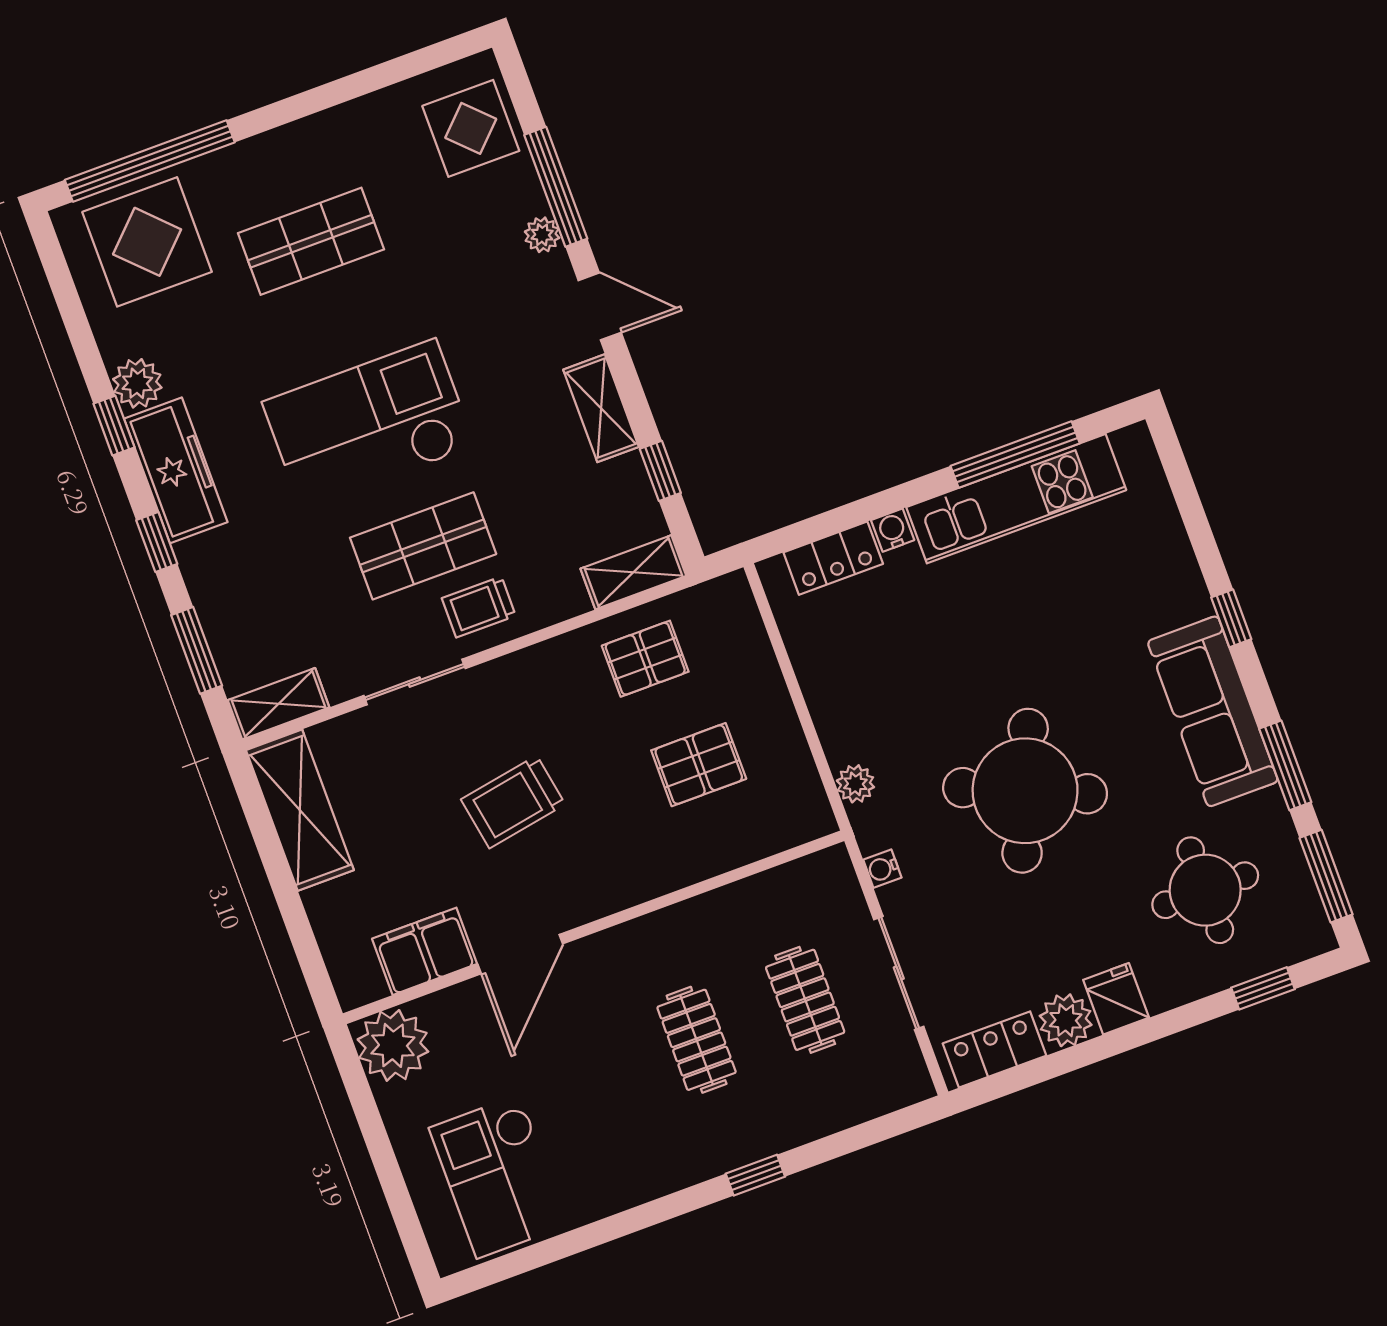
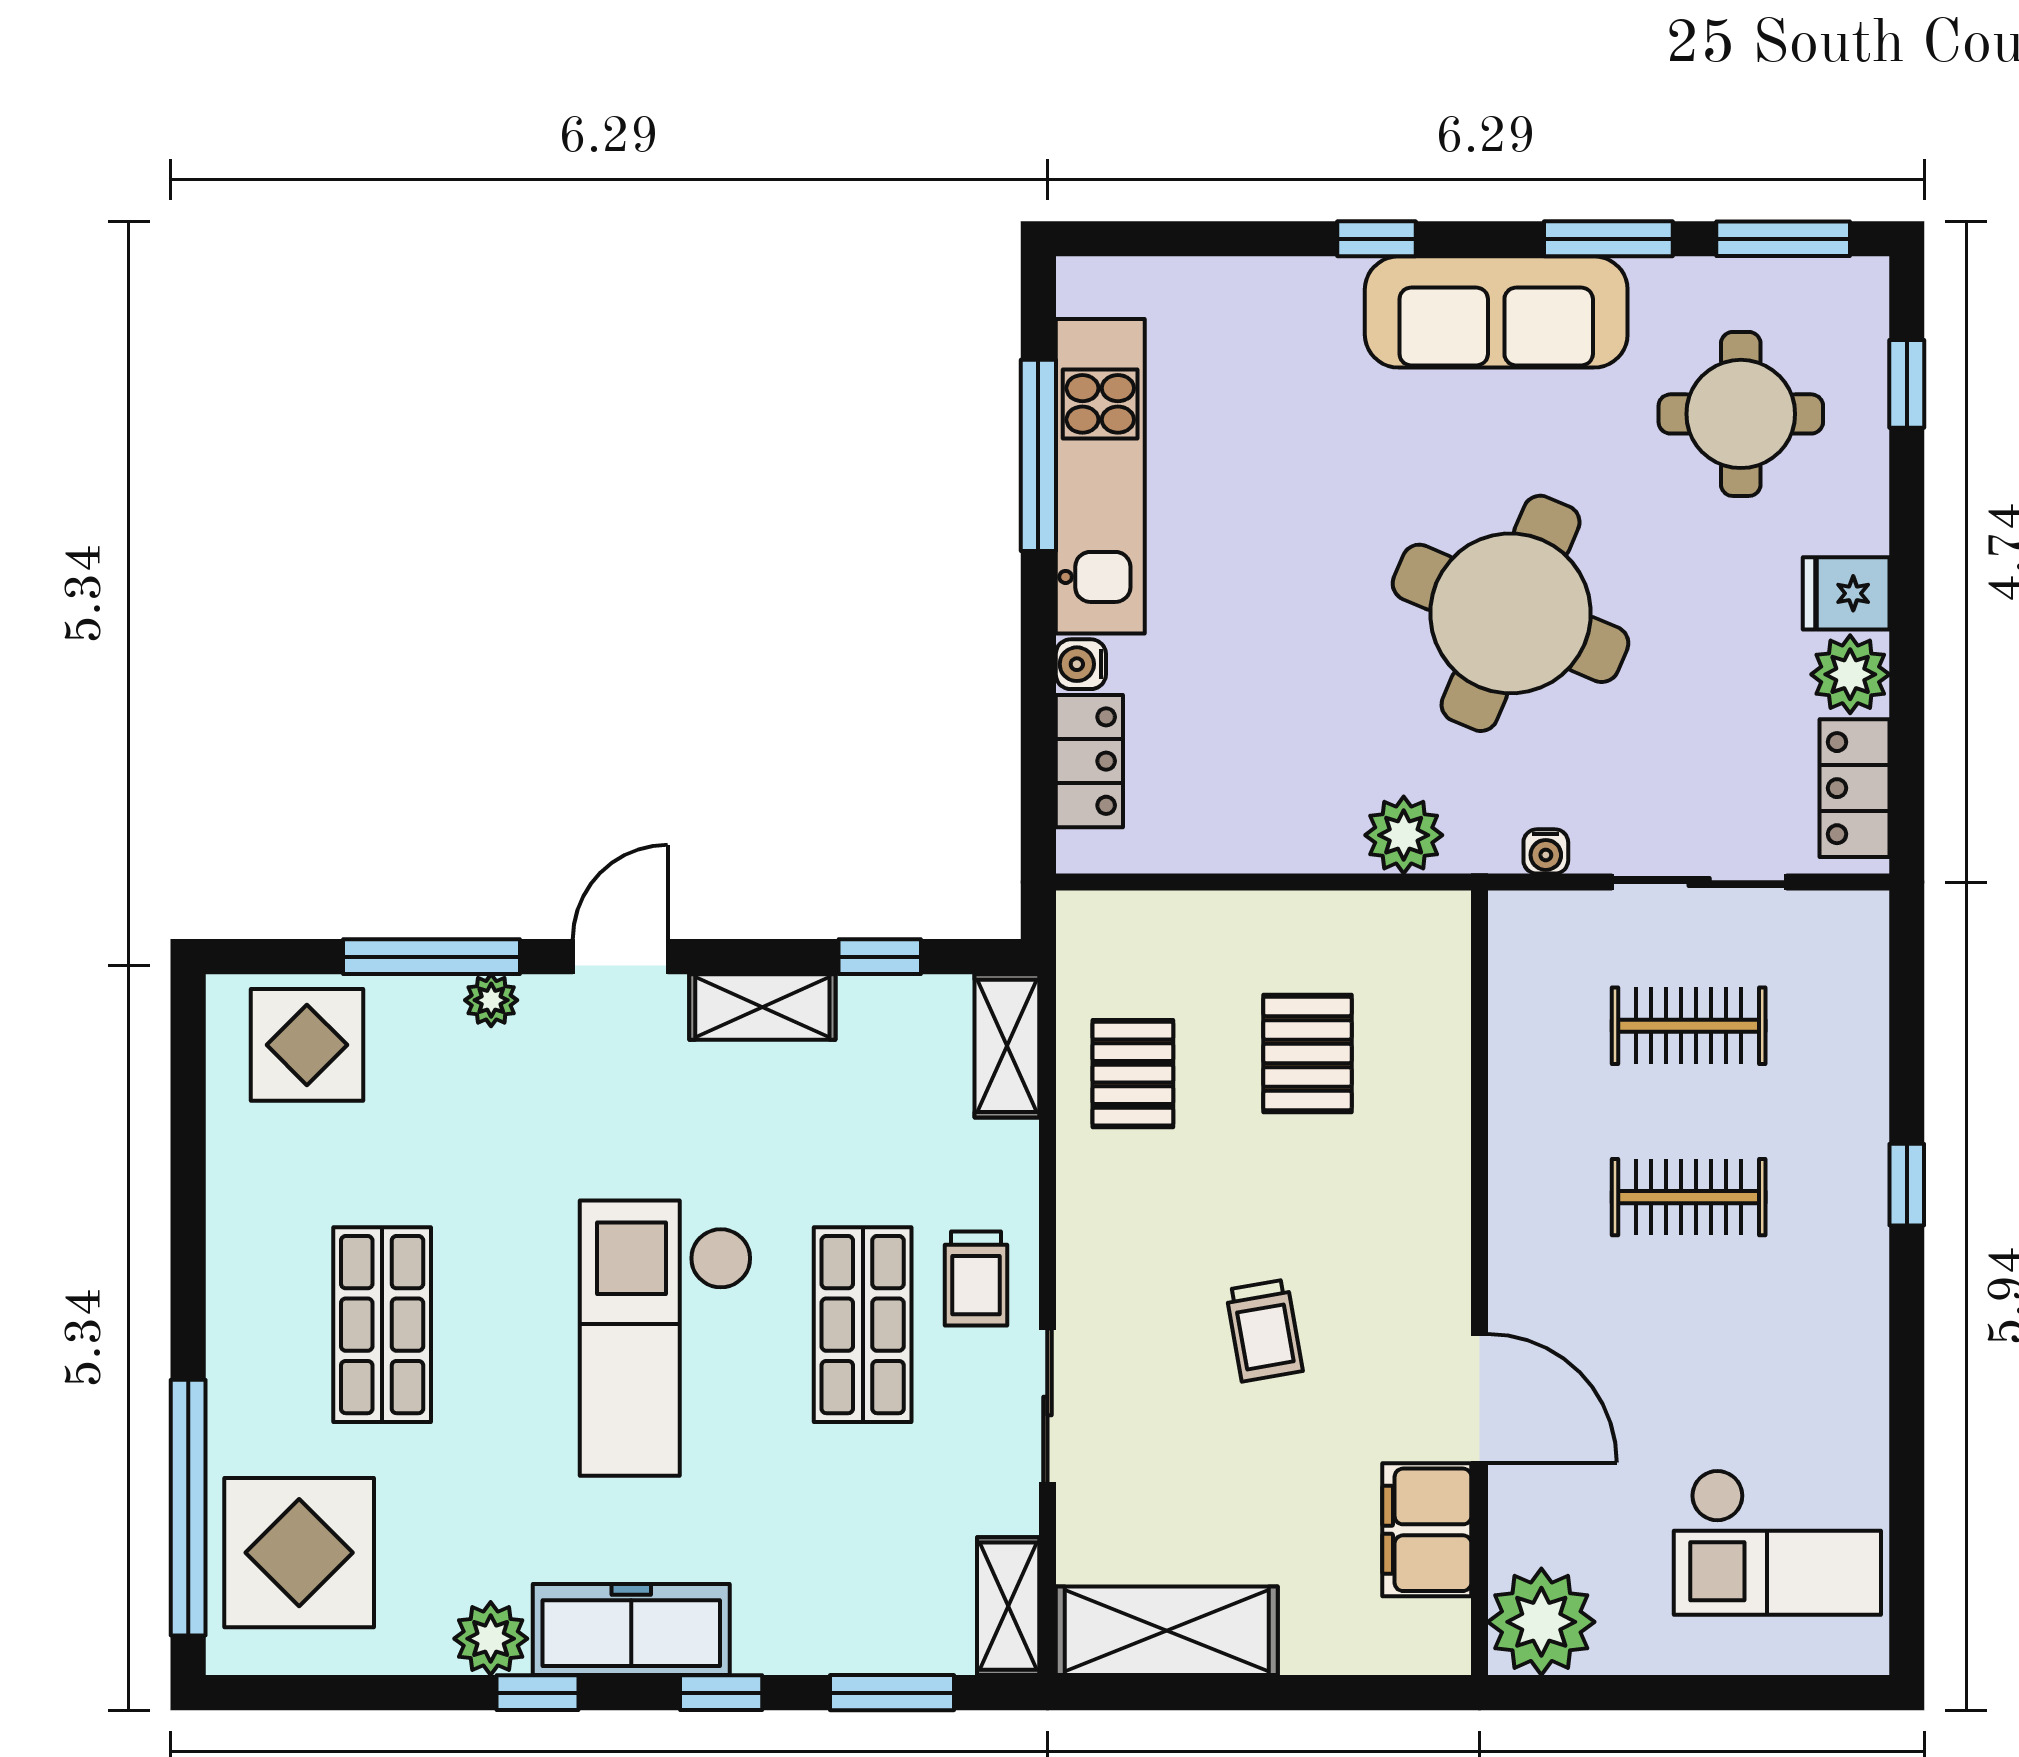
plant: (855, 784) -> (1404, 835), width x1.38, depth x1.38
trolley: (513, 802) -> (1264, 1330), width x0.73, depth x0.72

